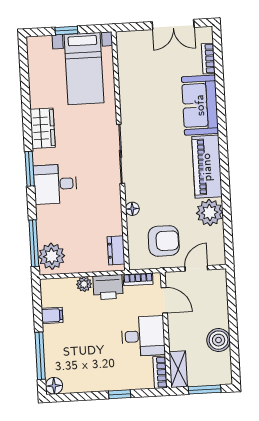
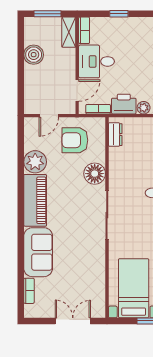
double door: (173, 24) -> (73, 321), moved
floor lamp: (132, 209) -> (95, 174), width x1.89, depth x1.89
door: (164, 300) -> (77, 91), swing flipped

